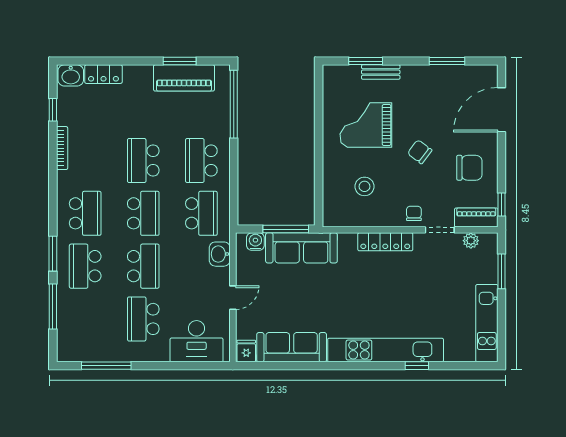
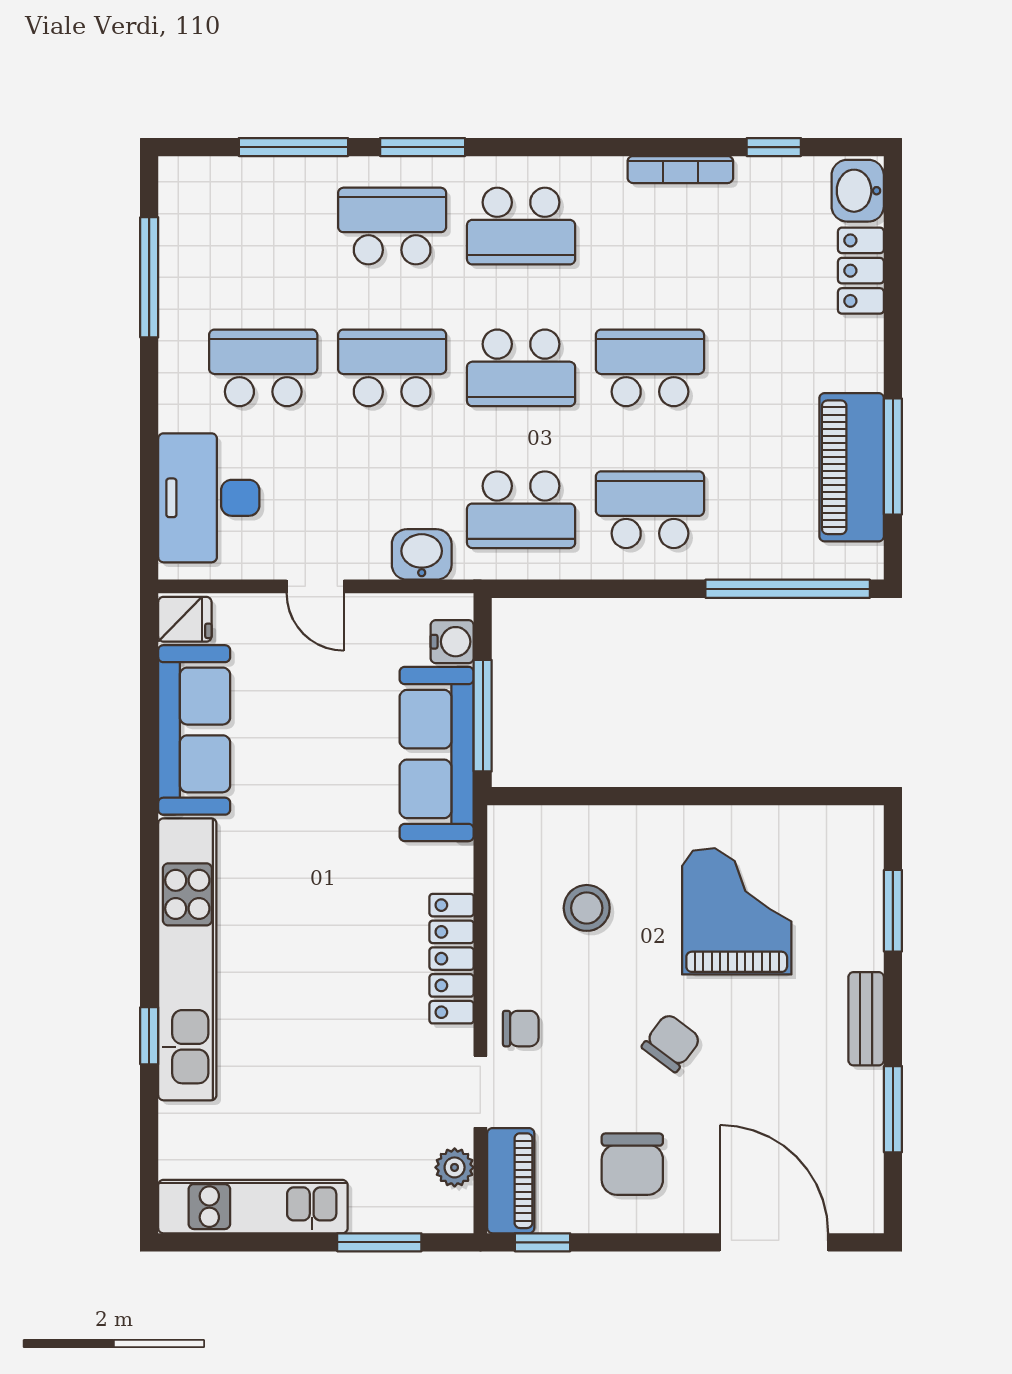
window: (180, 61) -> (893, 456), width x1.44
bench: (381, 72) -> (866, 1019), moved
school desk: (143, 266) -> (392, 368), turned 180

